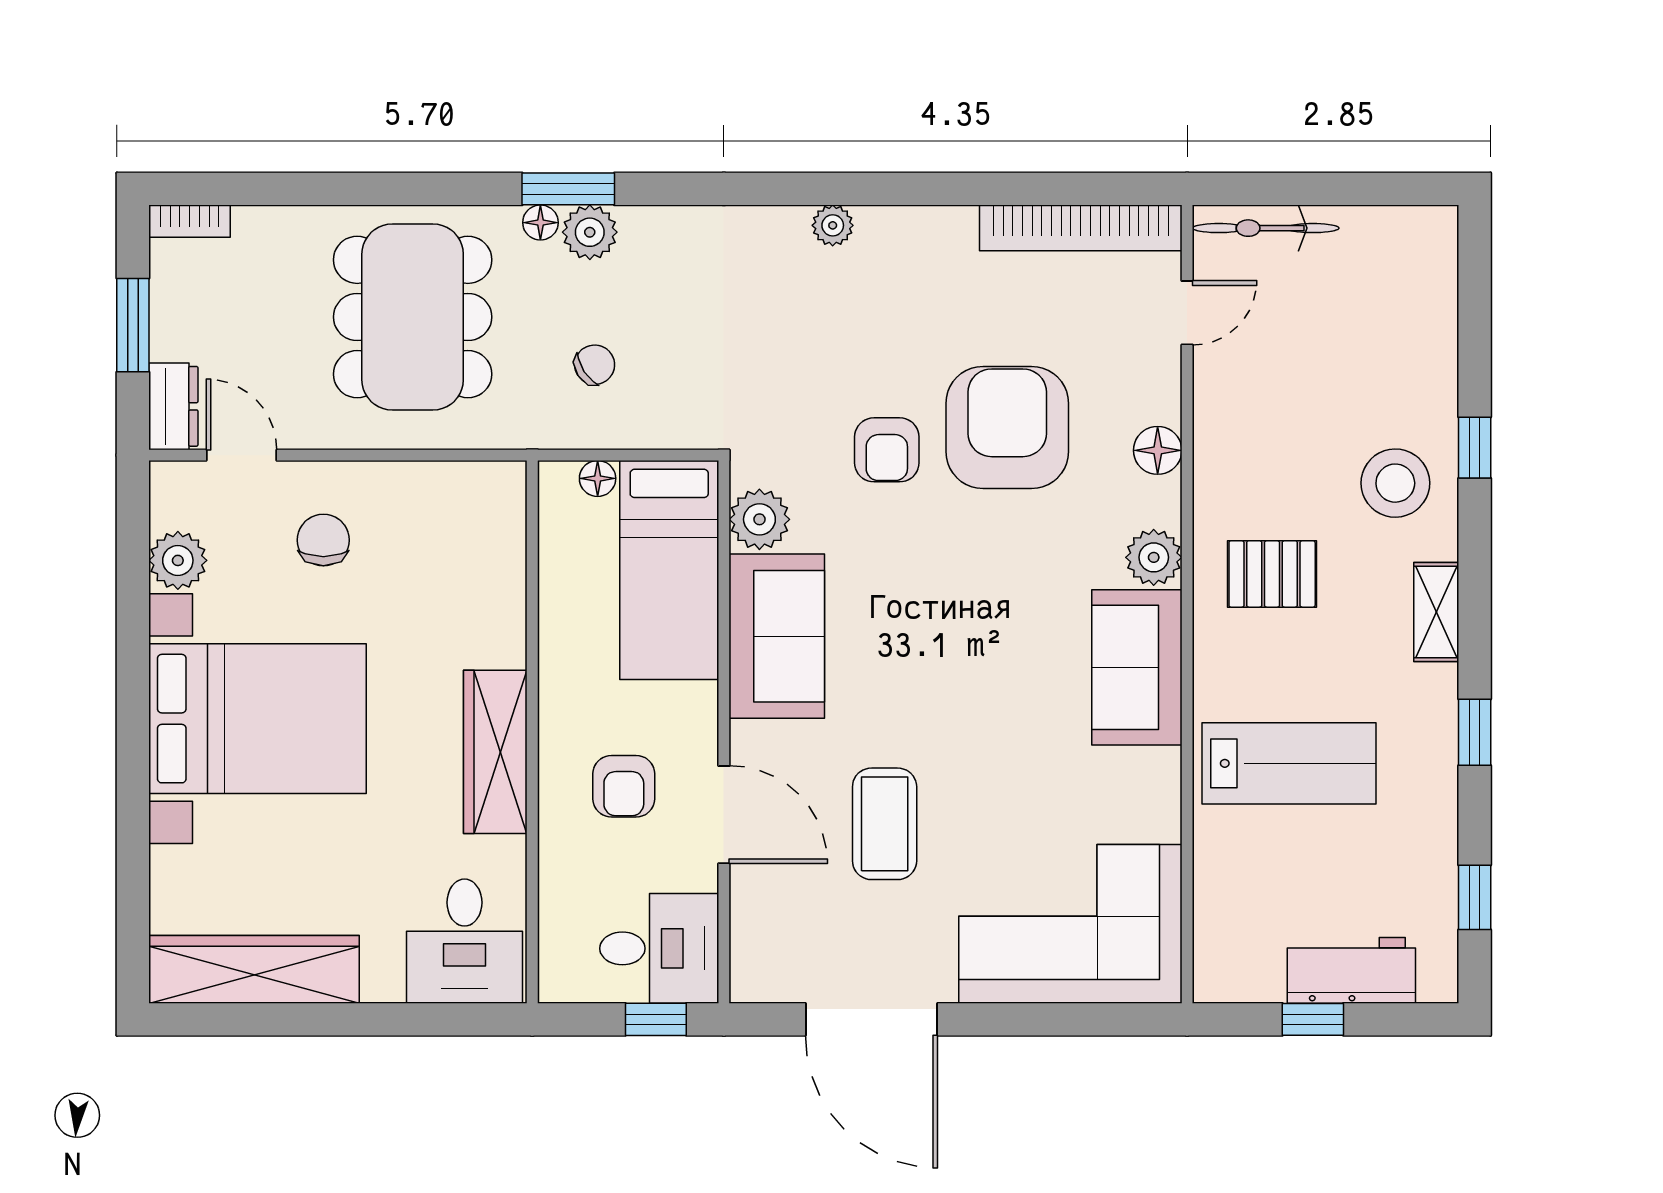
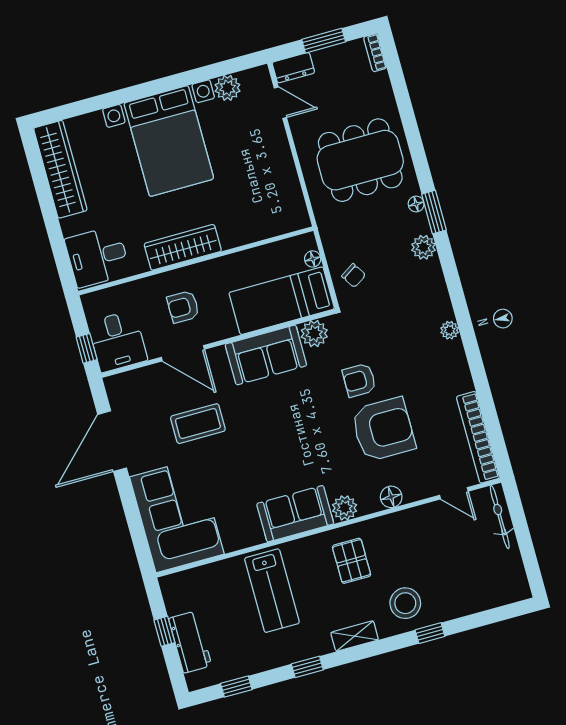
plant: (590, 232) -> (424, 247), moved
chair: (595, 365) -> (354, 276), moved
door: (241, 455) -> (280, 103), hinge flipped
chair: (323, 540) -> (254, 148), removed
door: (724, 815) -> (183, 353), hinge flipped

